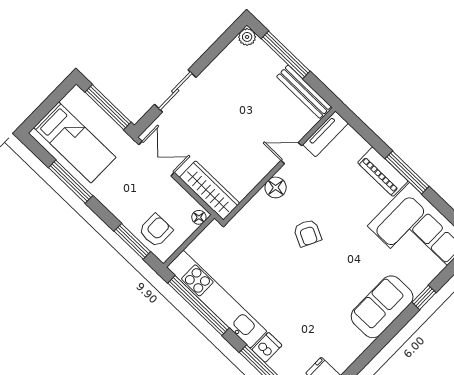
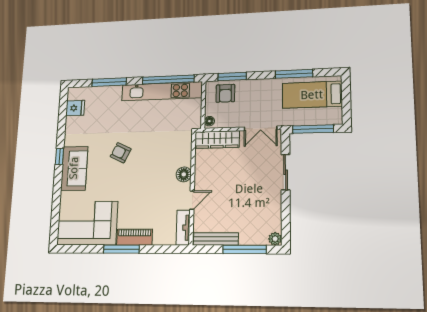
armchair: (308, 233) -> (121, 153), moved
window: (424, 297) -> (59, 157), moved
dishwasher: (267, 347) -> (115, 93), removed

